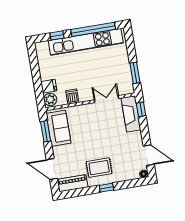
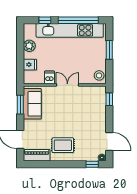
window: (135, 73) -> (109, 50), moved
stool: (126, 85) -> (99, 75), added
plant: (50, 99) -> (29, 46), moved
double door: (106, 99) -> (67, 85), moved
fireplace: (131, 114) -> (100, 102), removed
window: (106, 188) -> (92, 164), moved

